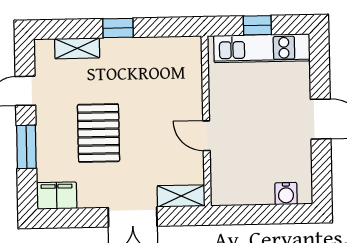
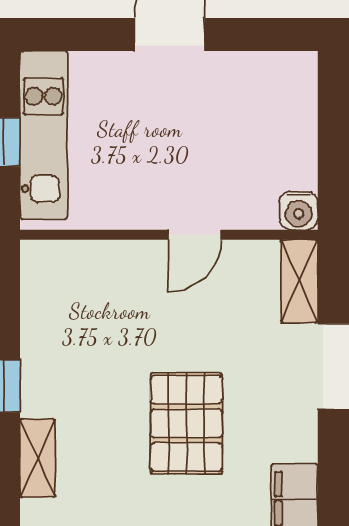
pallet: (99, 133) -> (186, 423), turned 90
water cooler: (286, 194) -> (299, 211), moved, turned 90

